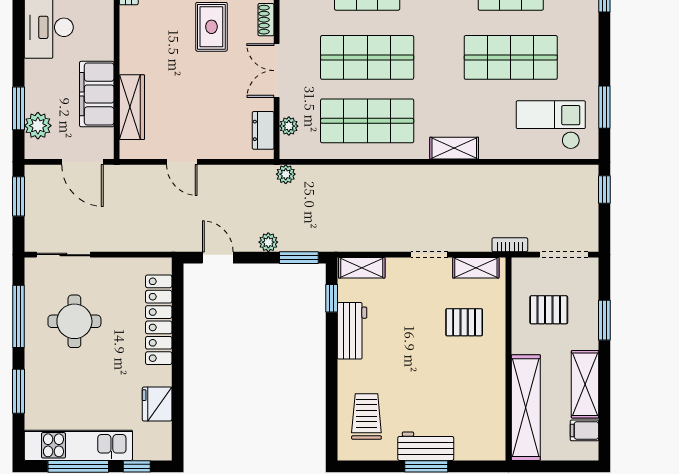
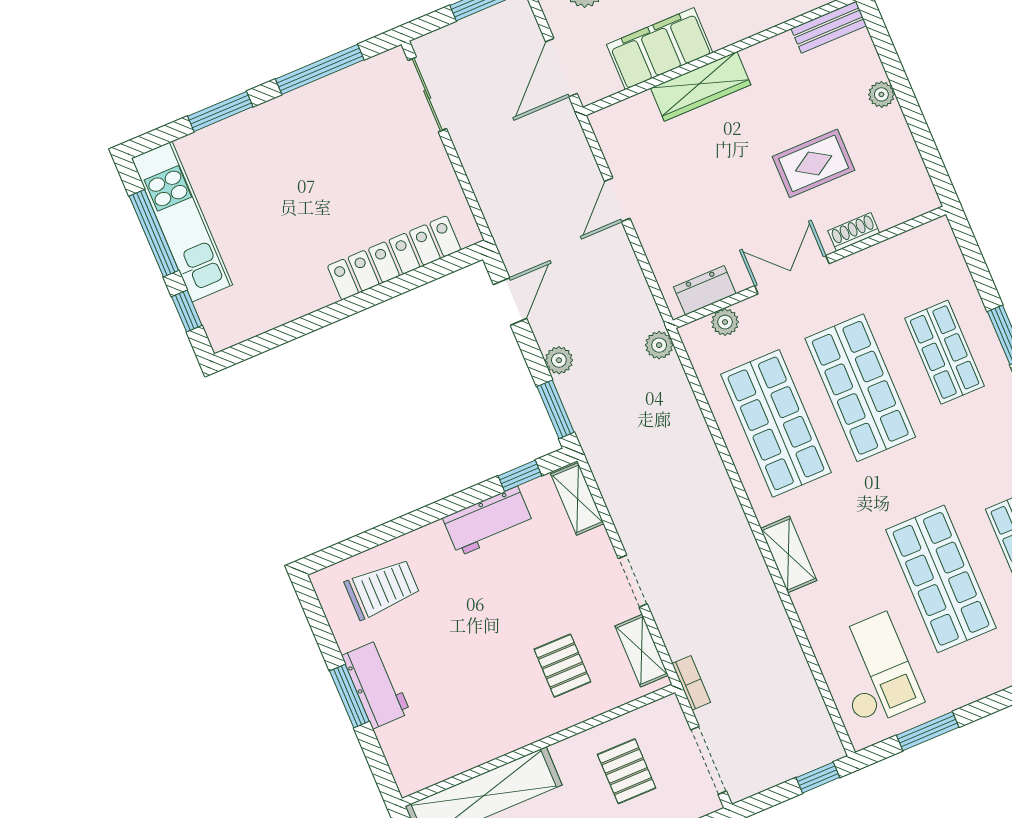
wardrobe: (132, 107) -> (701, 86), moved
round table: (74, 321) -> (345, 147), removed
fridge: (157, 404) -> (281, 303), removed

